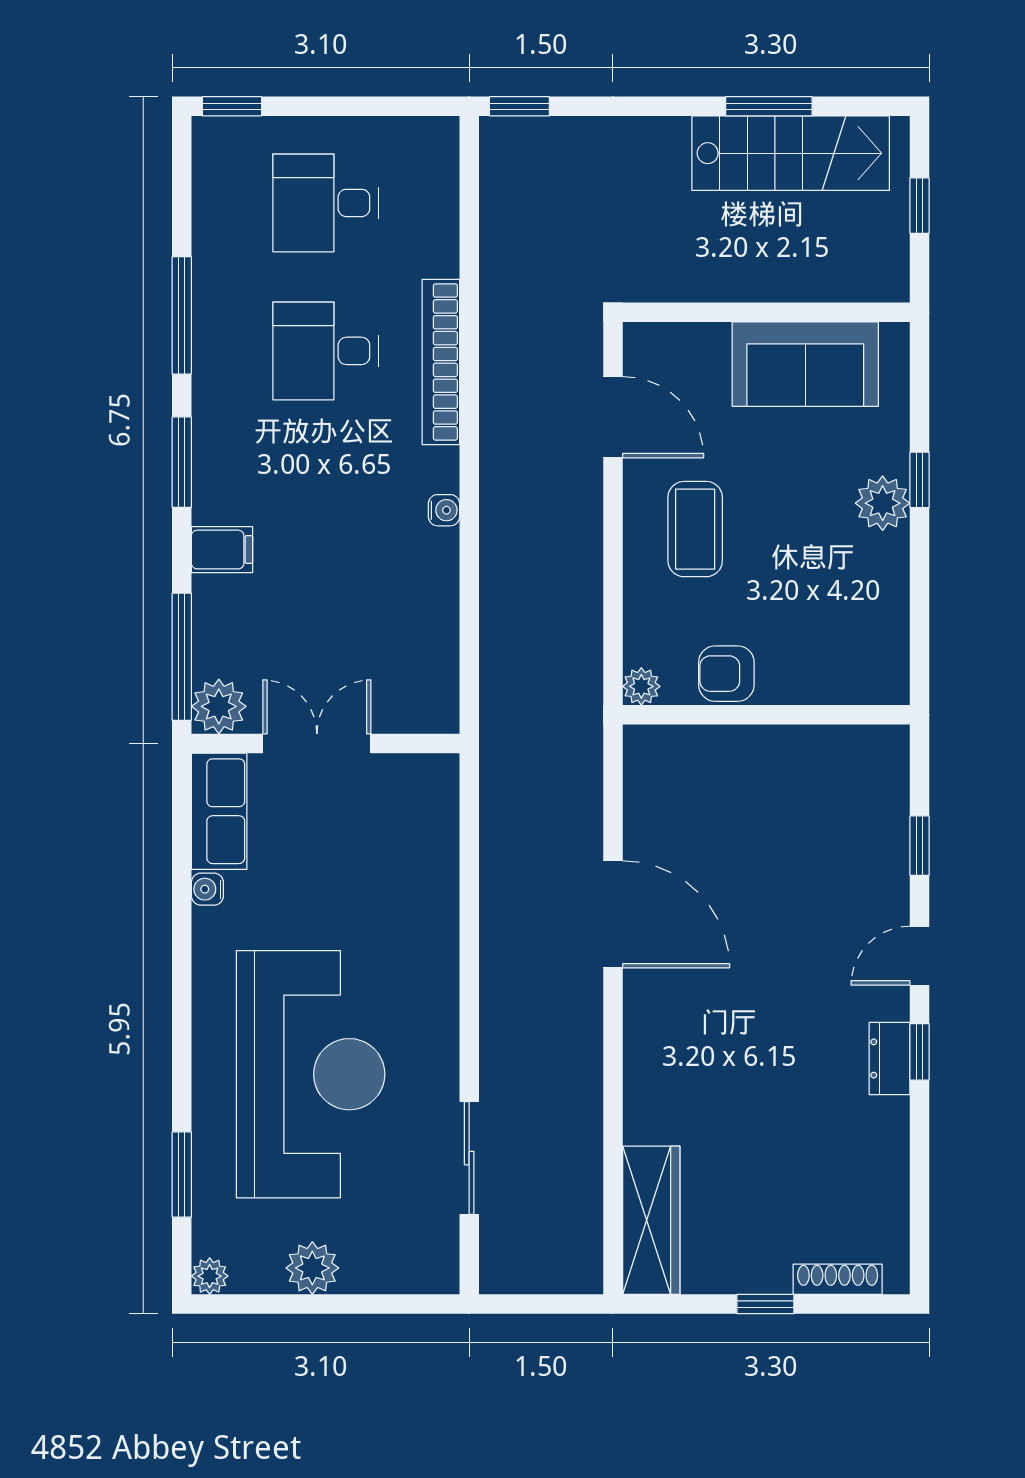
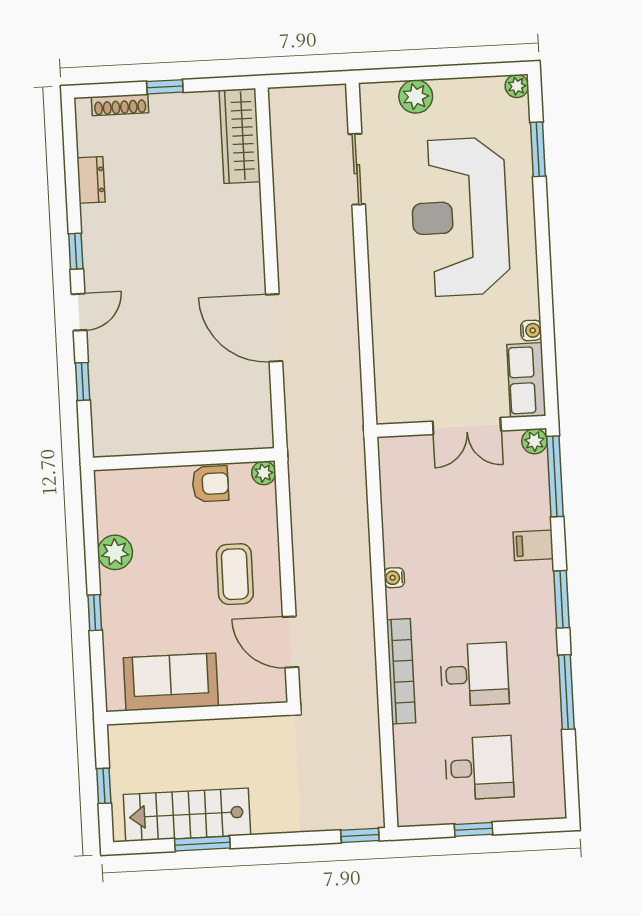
window: (232, 106) -> (473, 829), moved
plant: (883, 503) -> (115, 552), moved
plant: (219, 706) -> (534, 441), width x0.73, depth x0.73
dresser: (890, 1058) -> (91, 180), moved
plant: (312, 1268) -> (416, 96), moved

